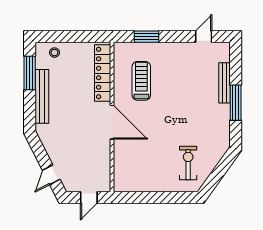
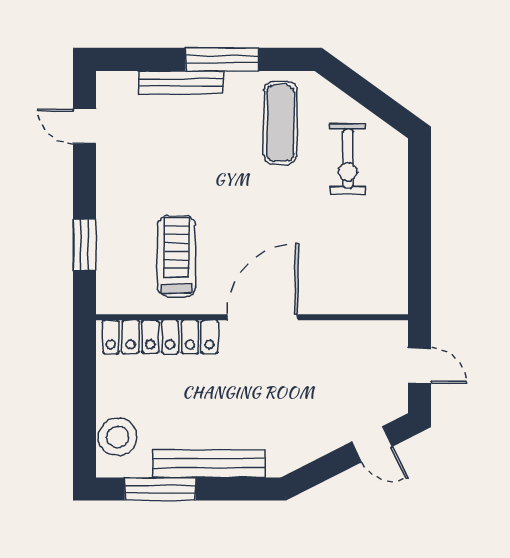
stool: (54, 53) -> (118, 437), width x1.89, depth x1.89
treadmill: (141, 81) -> (177, 256), turned 90
exercise mat: (205, 131) -> (280, 123), added
exercise bike: (188, 163) -> (348, 159), turned -90

